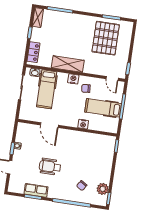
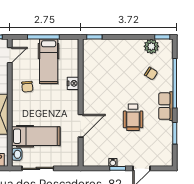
nightstand: (73, 79) -> (18, 104), removed
row of seats: (36, 190) -> (166, 106), moved

